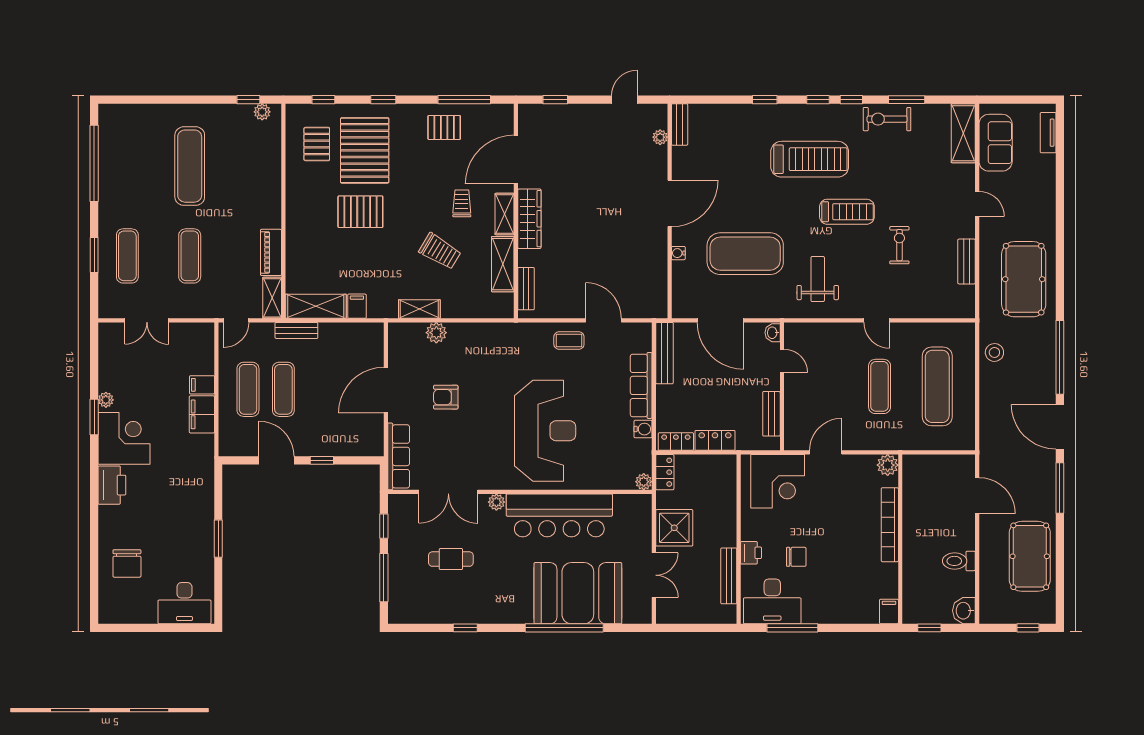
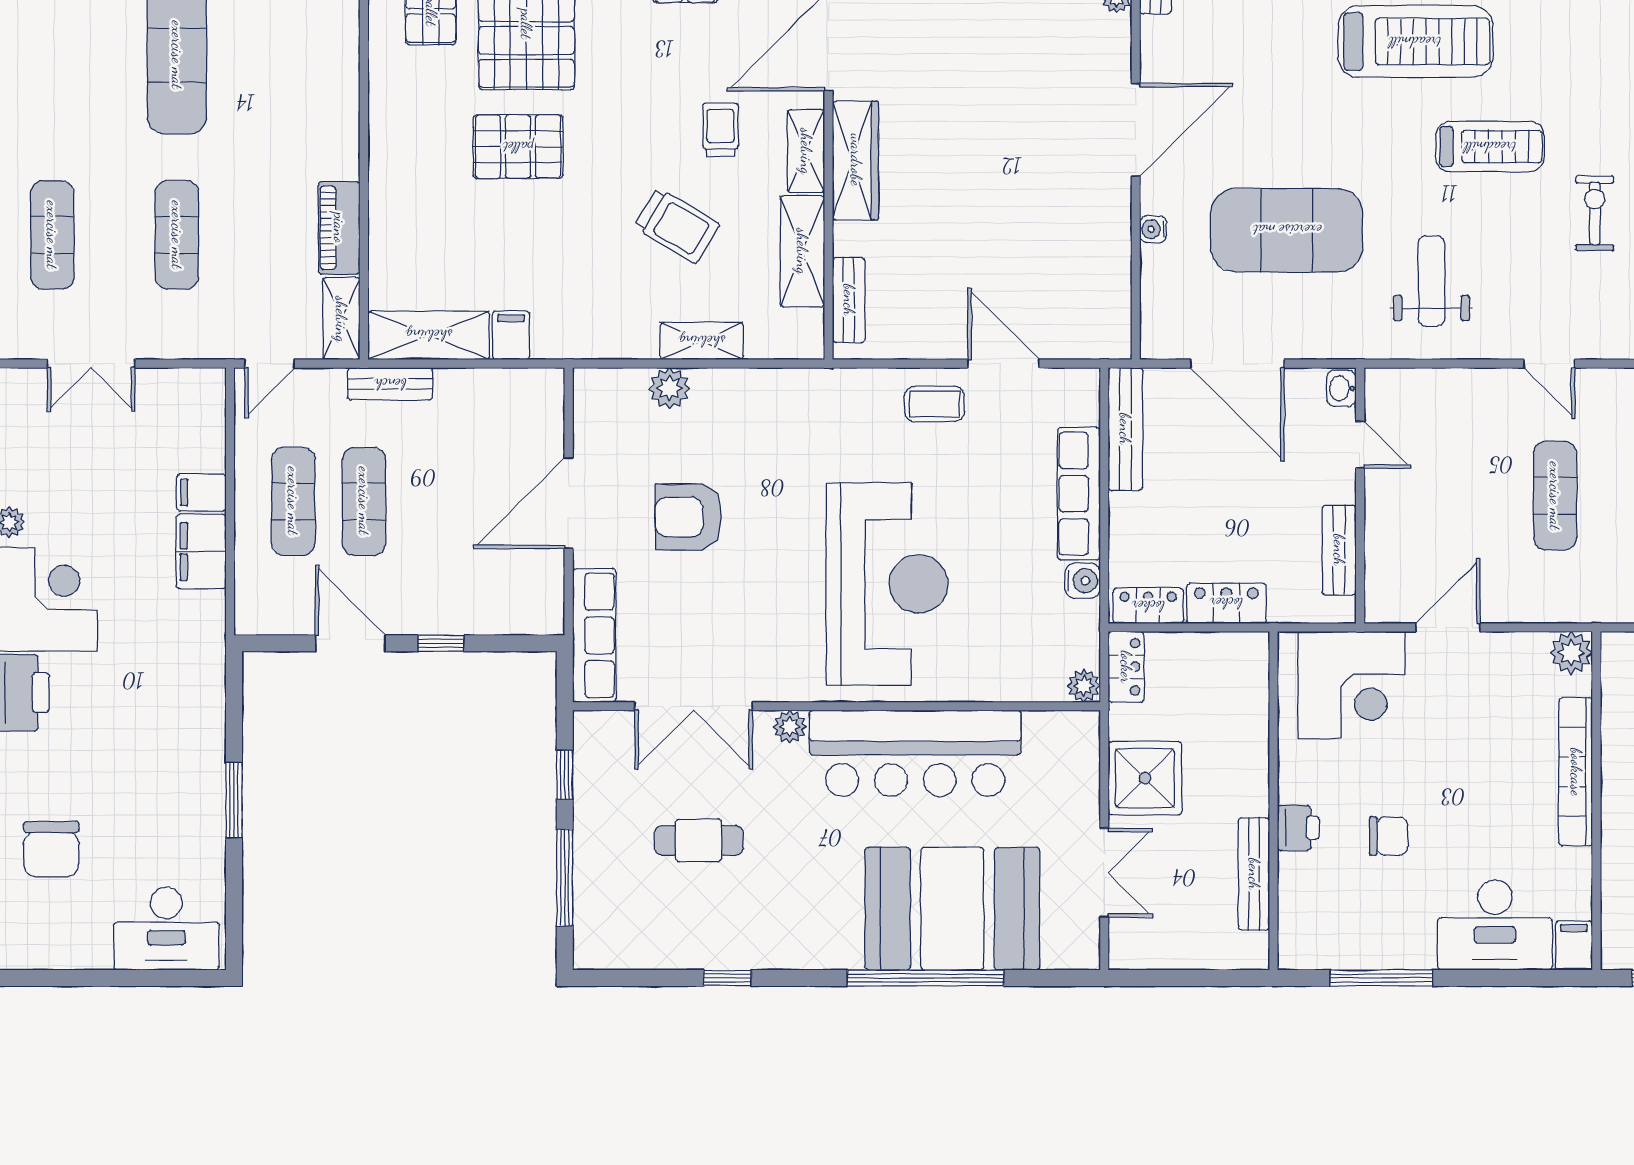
shelving: (419, 309) -> (702, 341), moved
armchair: (446, 397) -> (688, 517), width x1.38, depth x1.38
desk: (772, 601) -> (1495, 925), moved

